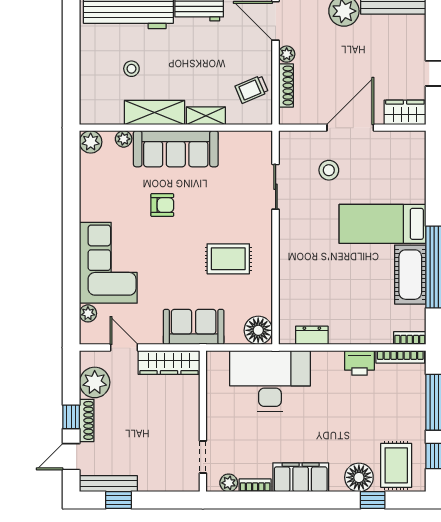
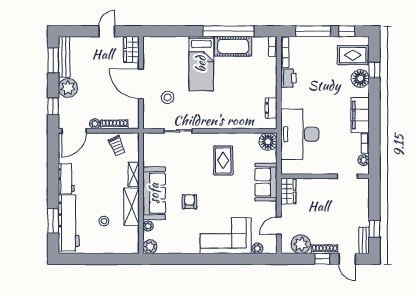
wardrobe: (169, 363) -> (288, 191), width x0.67
bench: (108, 484) -> (364, 240), width x0.73

